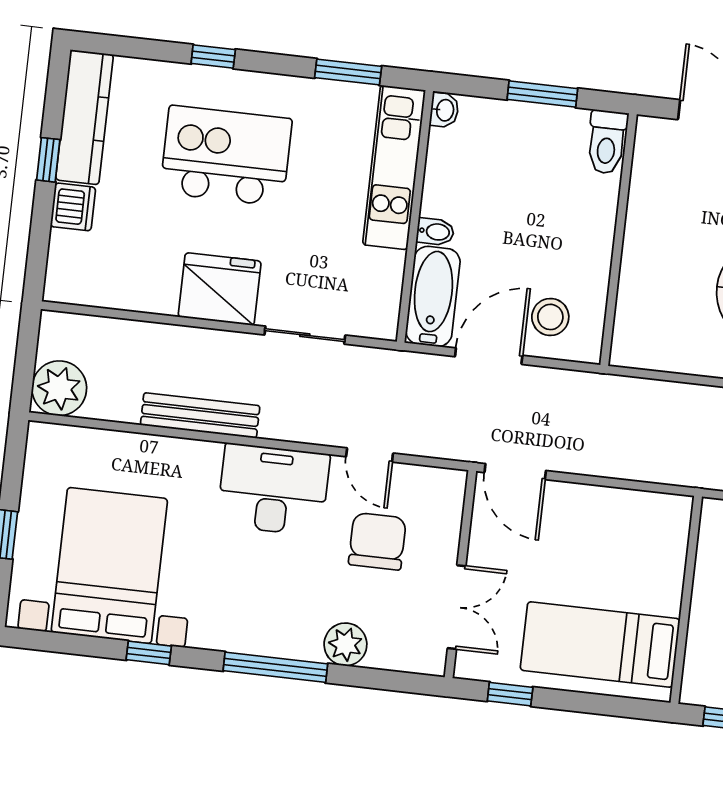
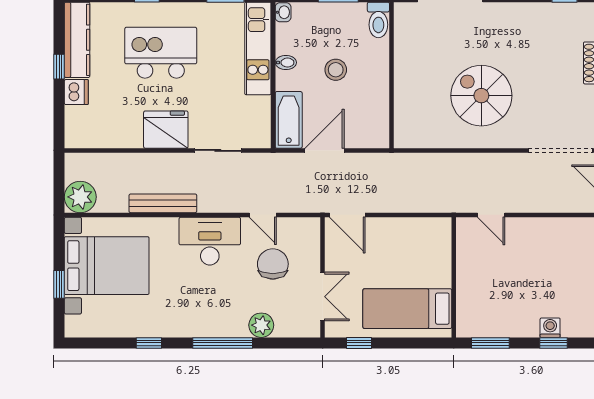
bidet: (435, 232) -> (286, 63), moved
stool: (550, 317) -> (336, 70), moved
bed with nightstands: (109, 565) -> (107, 266), moved, turned 90

